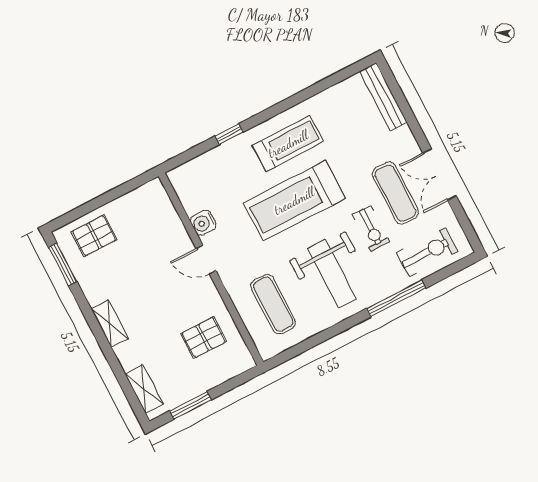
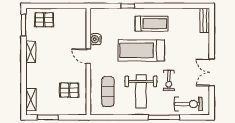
bench: (383, 97) -> (205, 20), width x0.73
exercise mat: (395, 193) -> (188, 70), removed
shelving: (110, 324) -> (31, 52), moved

